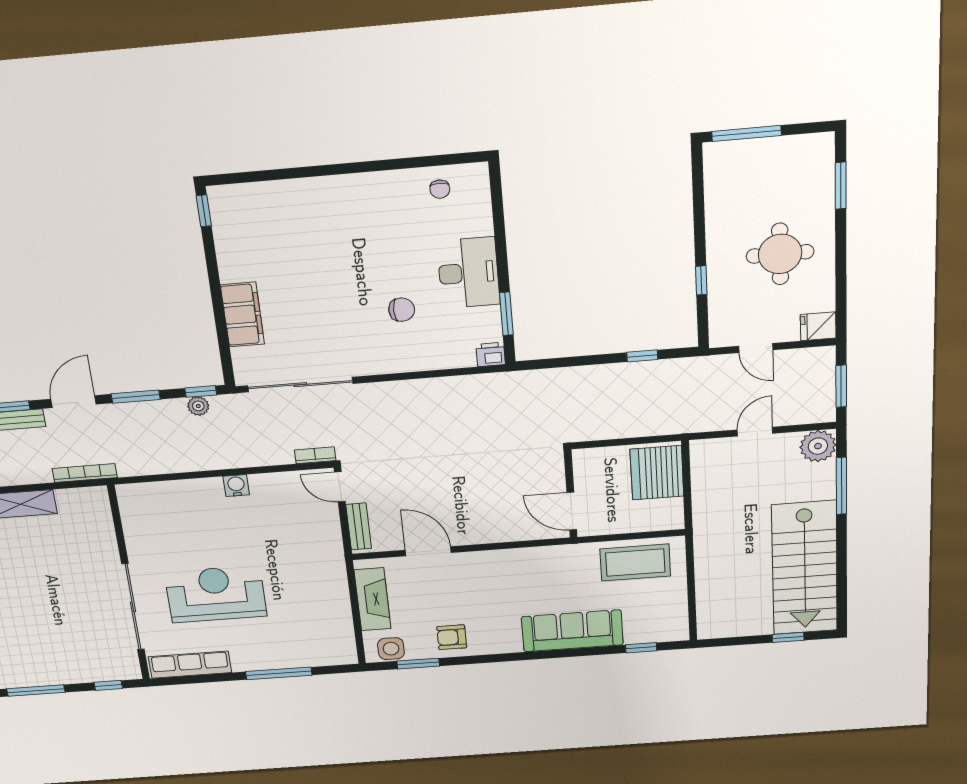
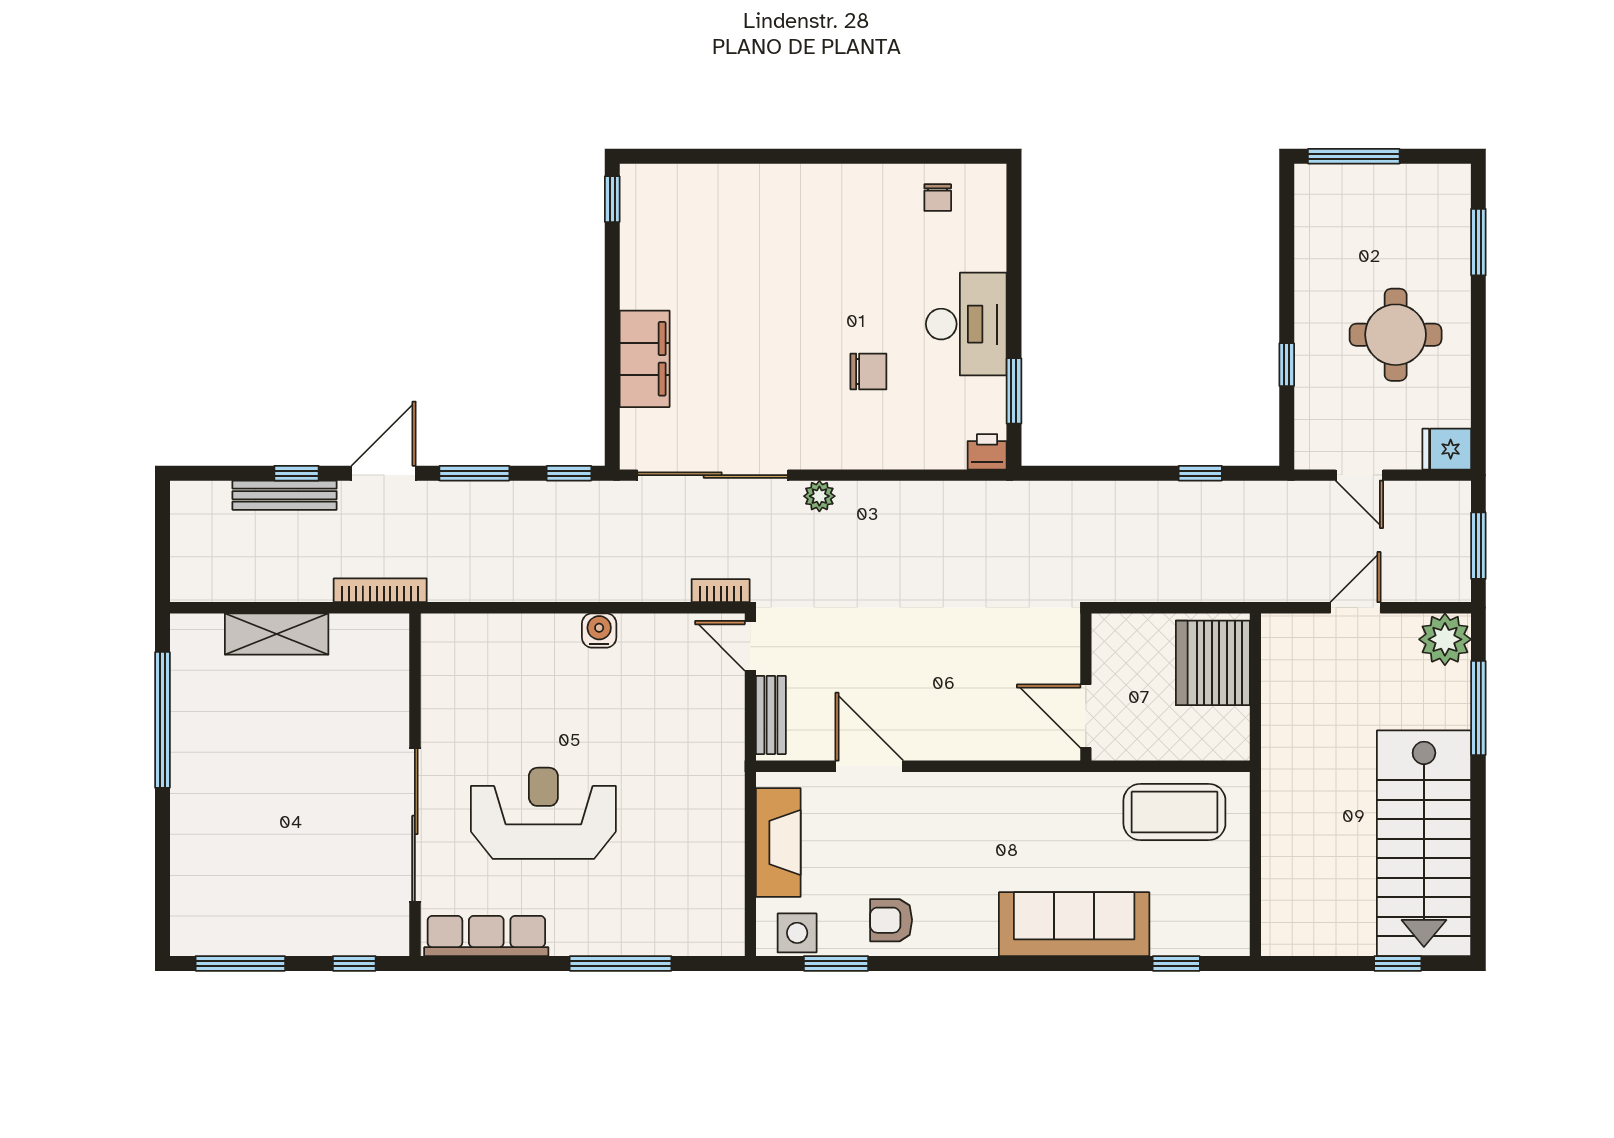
plant: (198, 406) -> (819, 496), moved

